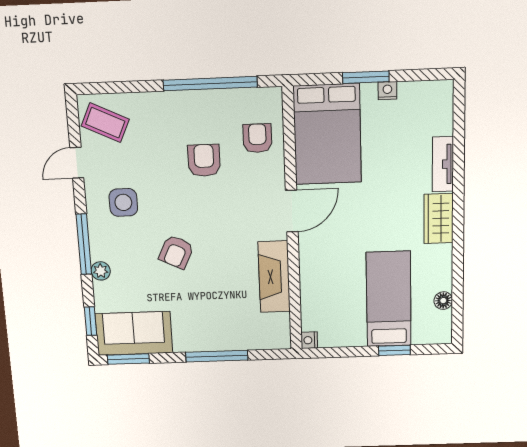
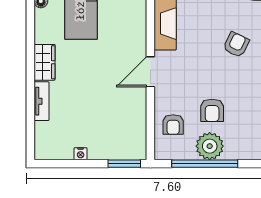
window: (366, 77) -> (124, 164), moved
plant: (205, 109) -> (210, 146), added
bed: (327, 134) -> (123, 125), removed

